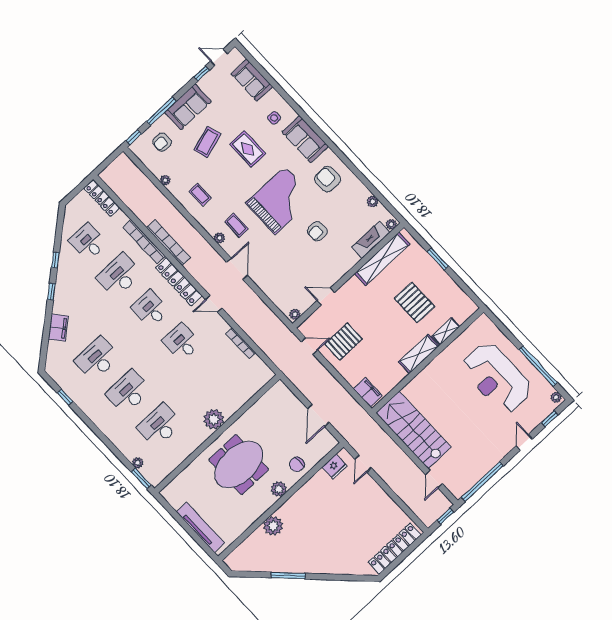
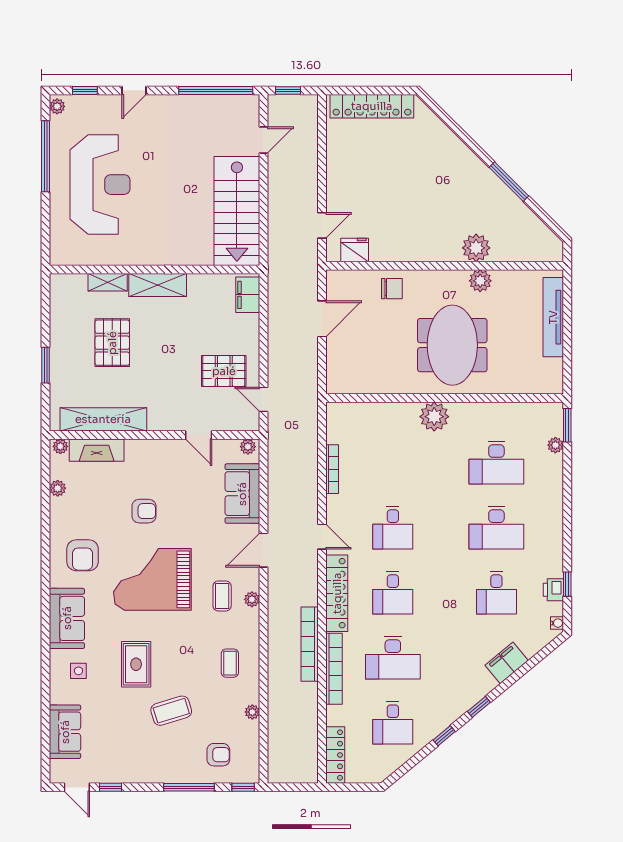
sofa: (188, 107) -> (242, 494), moved, turned -90
desk: (97, 359) -> (496, 593), width x0.73
water cooler: (52, 372) -> (557, 623), added
printer: (69, 388) -> (553, 590), added
meeting table: (239, 465) -> (452, 345), turned 90
plant: (279, 489) -> (480, 281), moved

